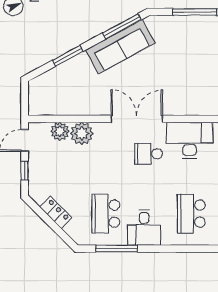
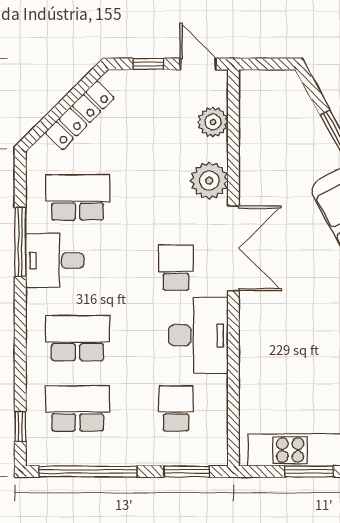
plant: (82, 134) -> (209, 181), moved
locker: (56, 212) -> (80, 115), width x1.53
window: (117, 249) -> (20, 242), moved

